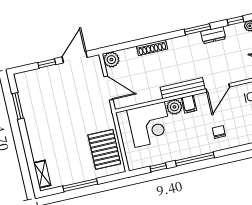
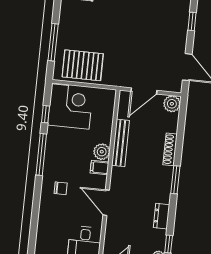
window: (197, 29) -> (175, 180), moved
window: (47, 63) -> (192, 21), moved
bench: (183, 88) -> (120, 143), moved
corner desk: (150, 125) -> (70, 107), moved, turned 180
window: (80, 185) -> (53, 42), moved

